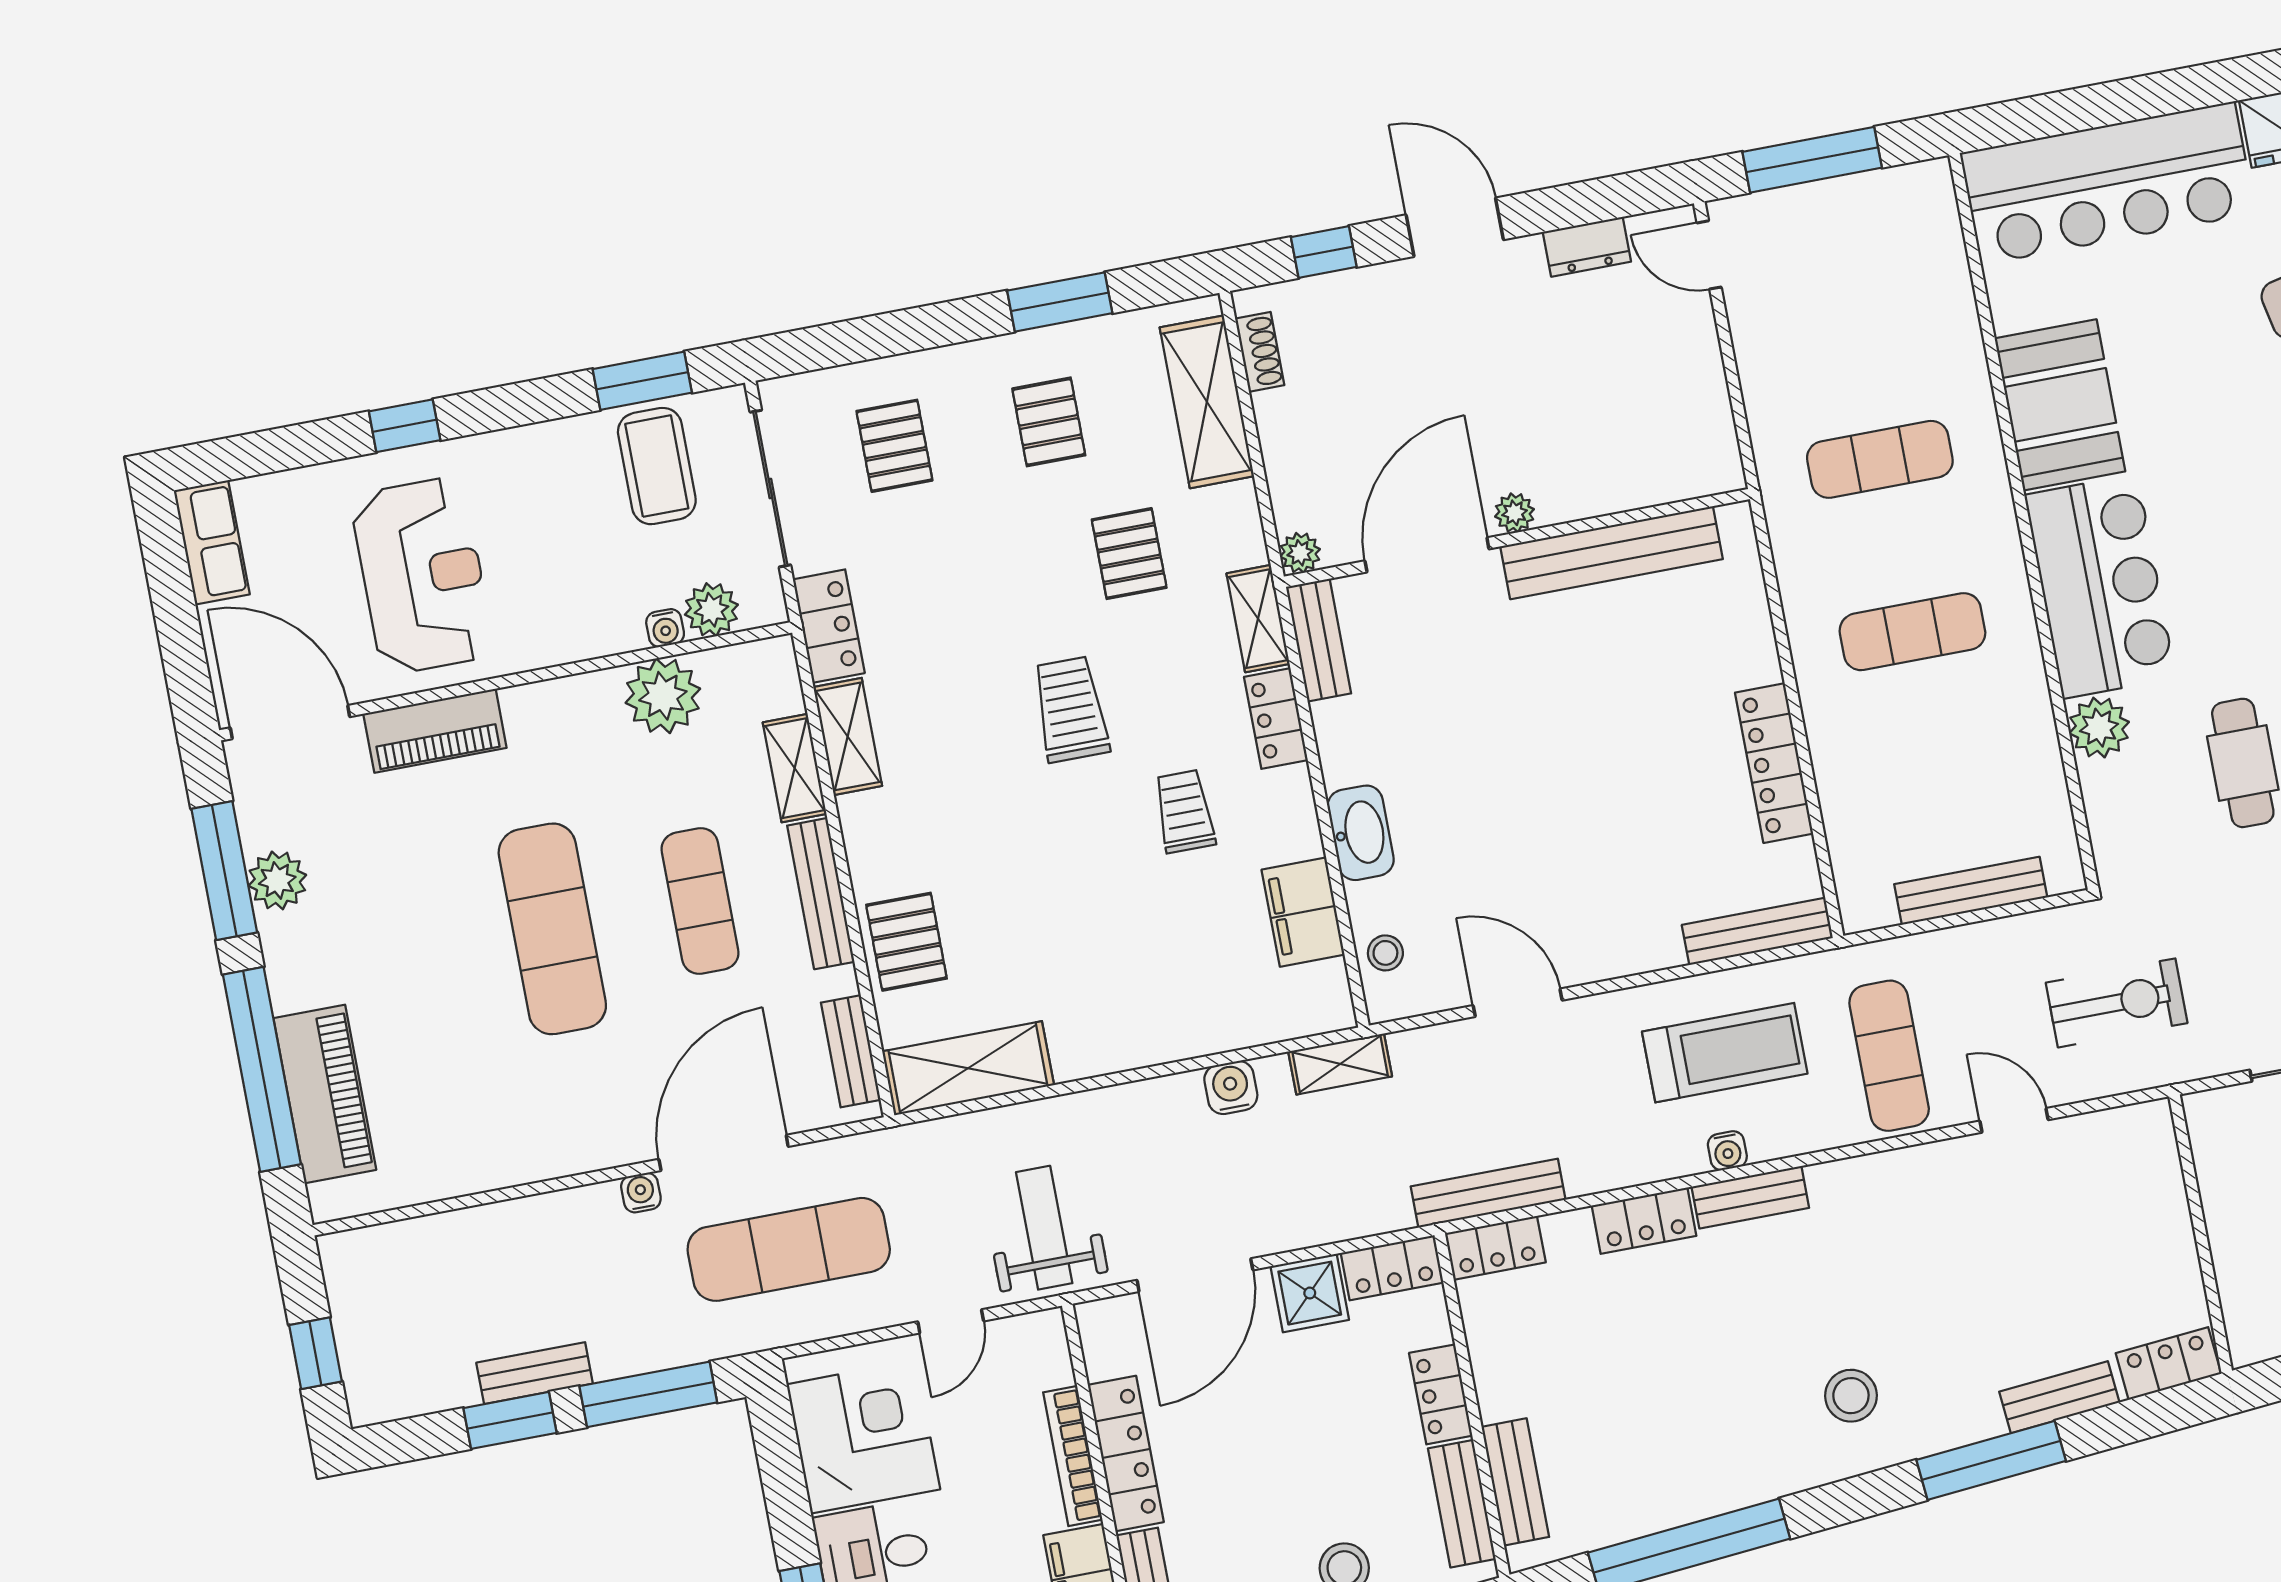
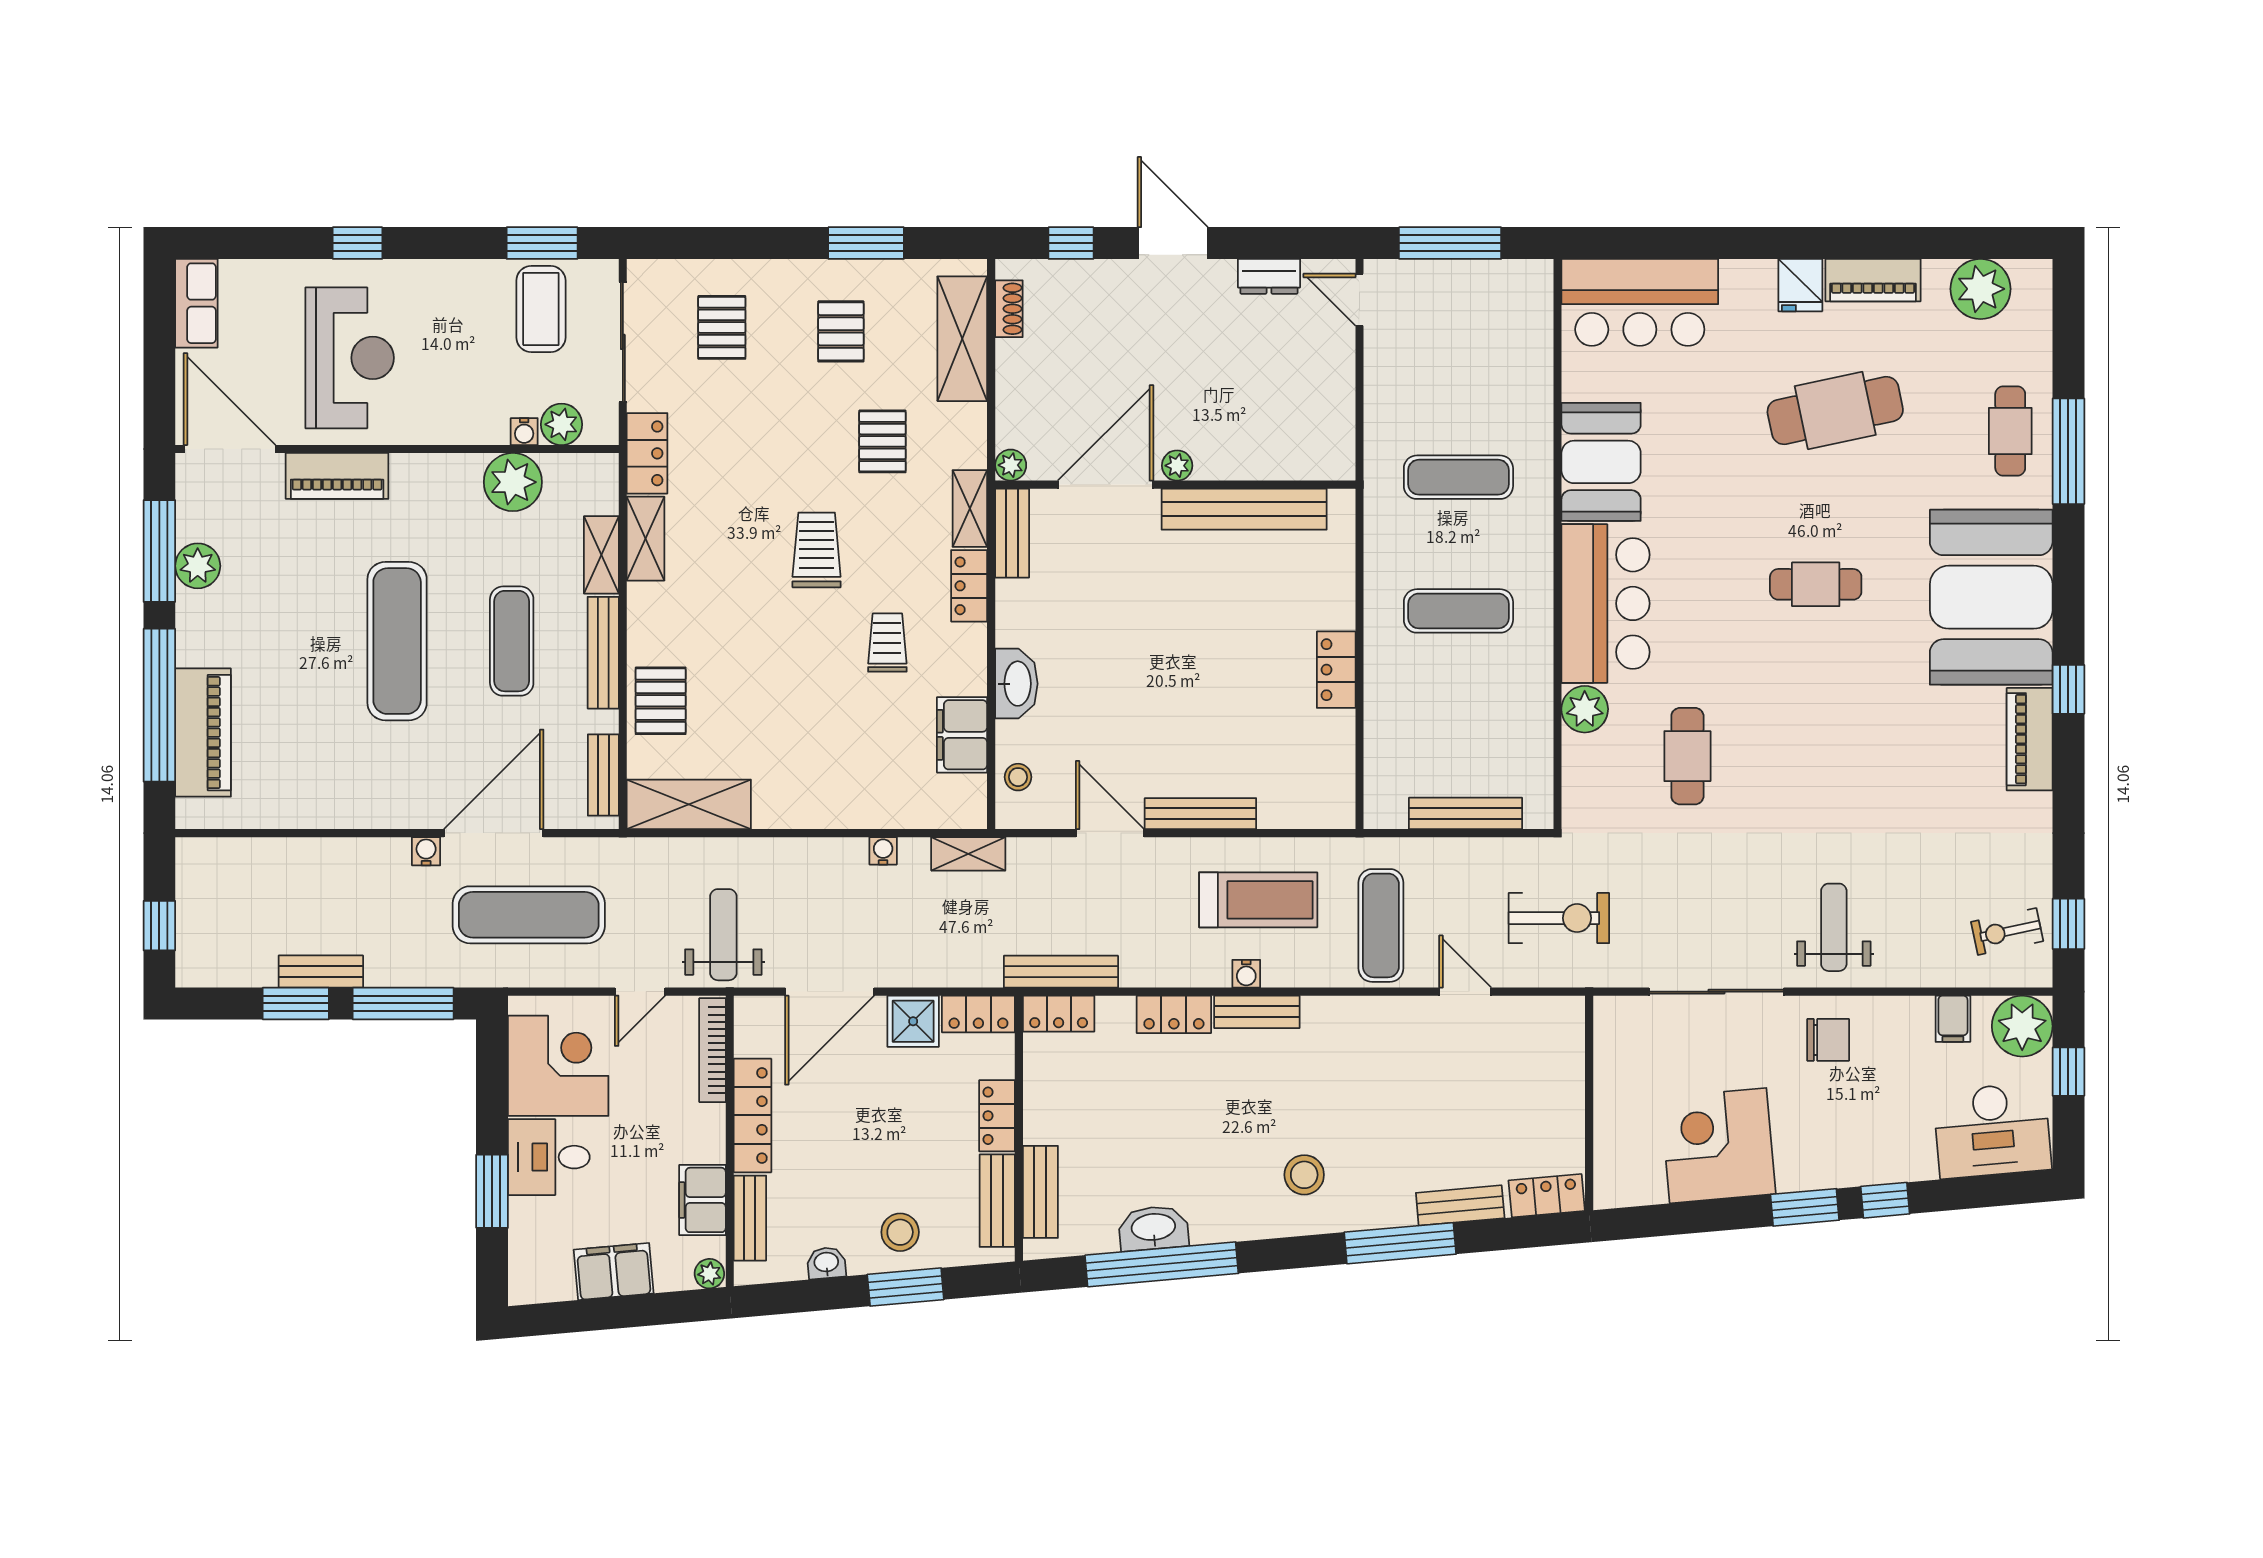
bar counter: (2108, 183) -> (1640, 302), width x0.73
locker: (1774, 763) -> (1336, 670), width x0.66
bench: (1757, 931) -> (1200, 814), moved
water cooler: (1231, 1088) -> (883, 851), width x0.72, depth x0.72
bookcase: (1073, 1456) -> (712, 1050), moved
washbasin: (1670, 1501) -> (1153, 1228), added

